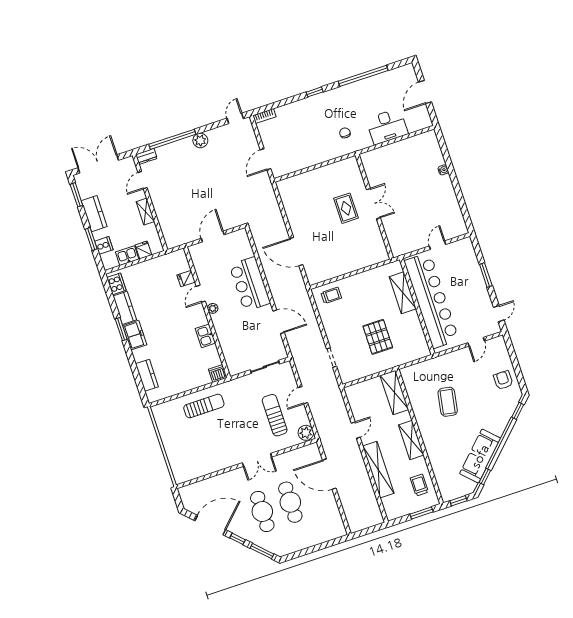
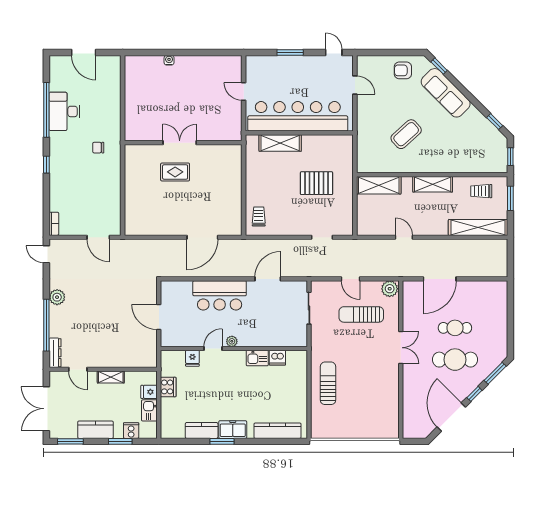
desk: (387, 126) -> (64, 111), moved, turned 180
dresser: (146, 156) -> (55, 353), width x1.44
cooker: (116, 284) -> (168, 387), moved, turned 90
door: (201, 294) -> (213, 348), swing flipped
dishwasher: (218, 374) -> (277, 358), moved, turned -90
kitchen counter: (147, 375) -> (278, 431), width x1.50
coffee table: (448, 402) -> (406, 134), turned -52
sofa: (480, 456) -> (446, 93), moved
shelving: (378, 470) -> (478, 227), moved
cafe table: (290, 502) -> (455, 328), width x0.73, depth x0.74

